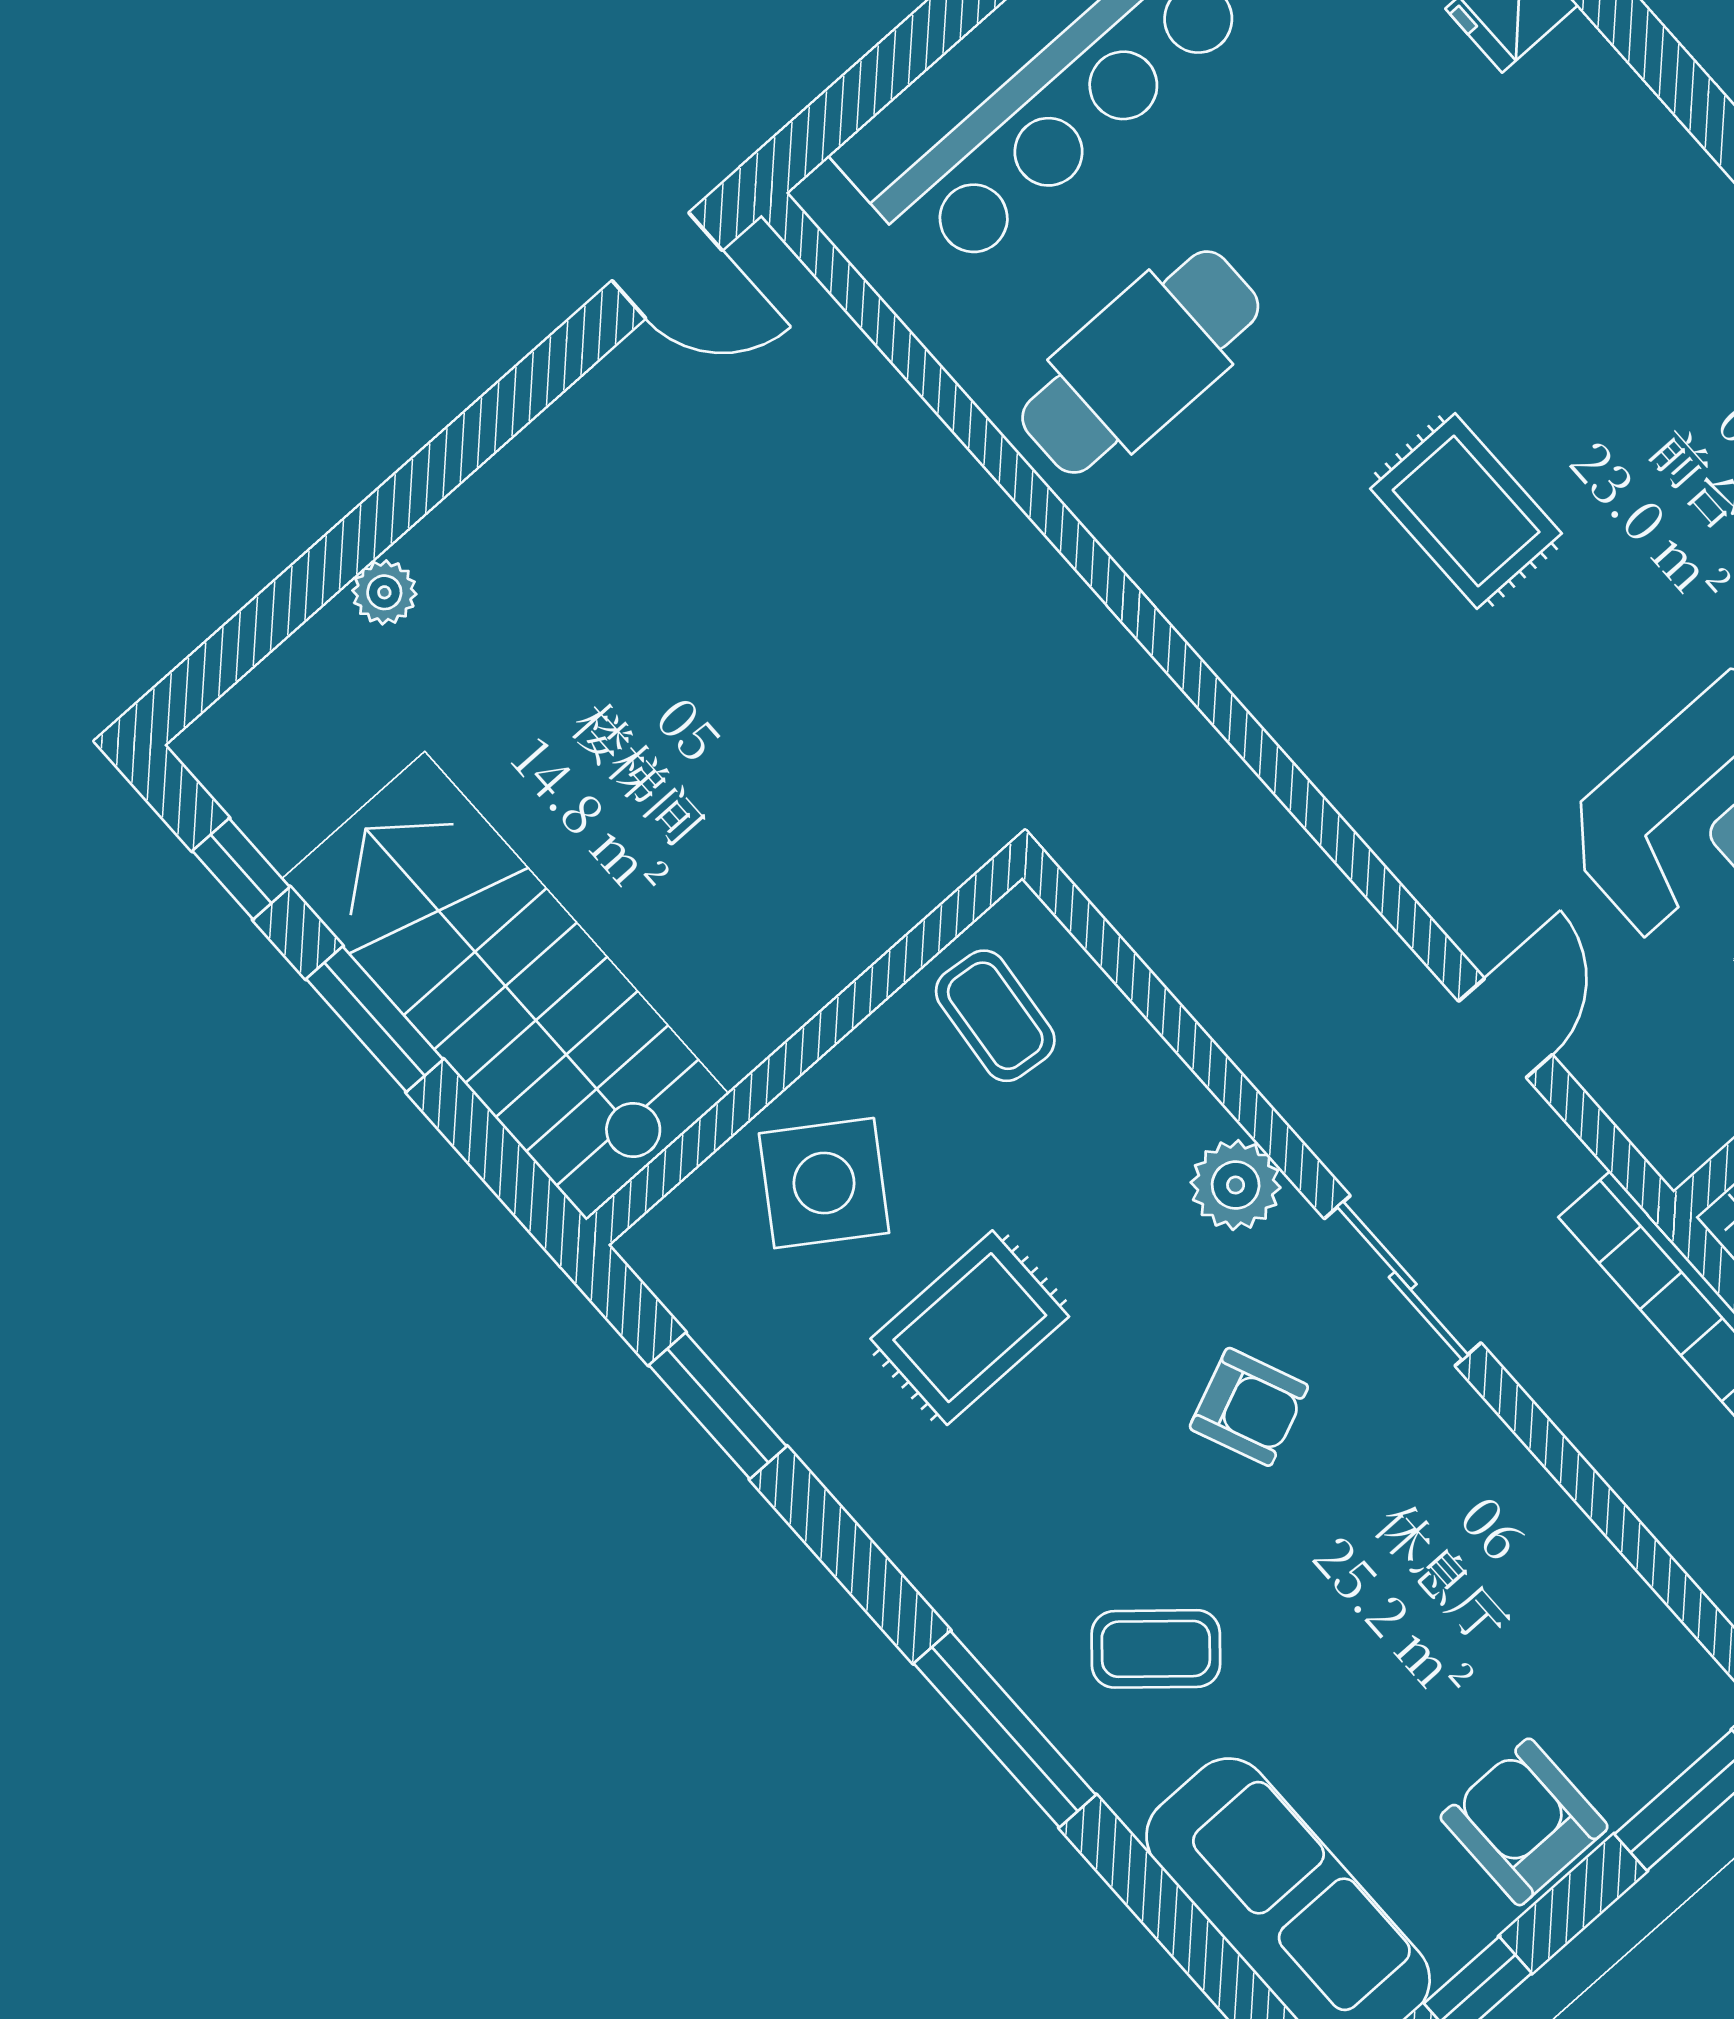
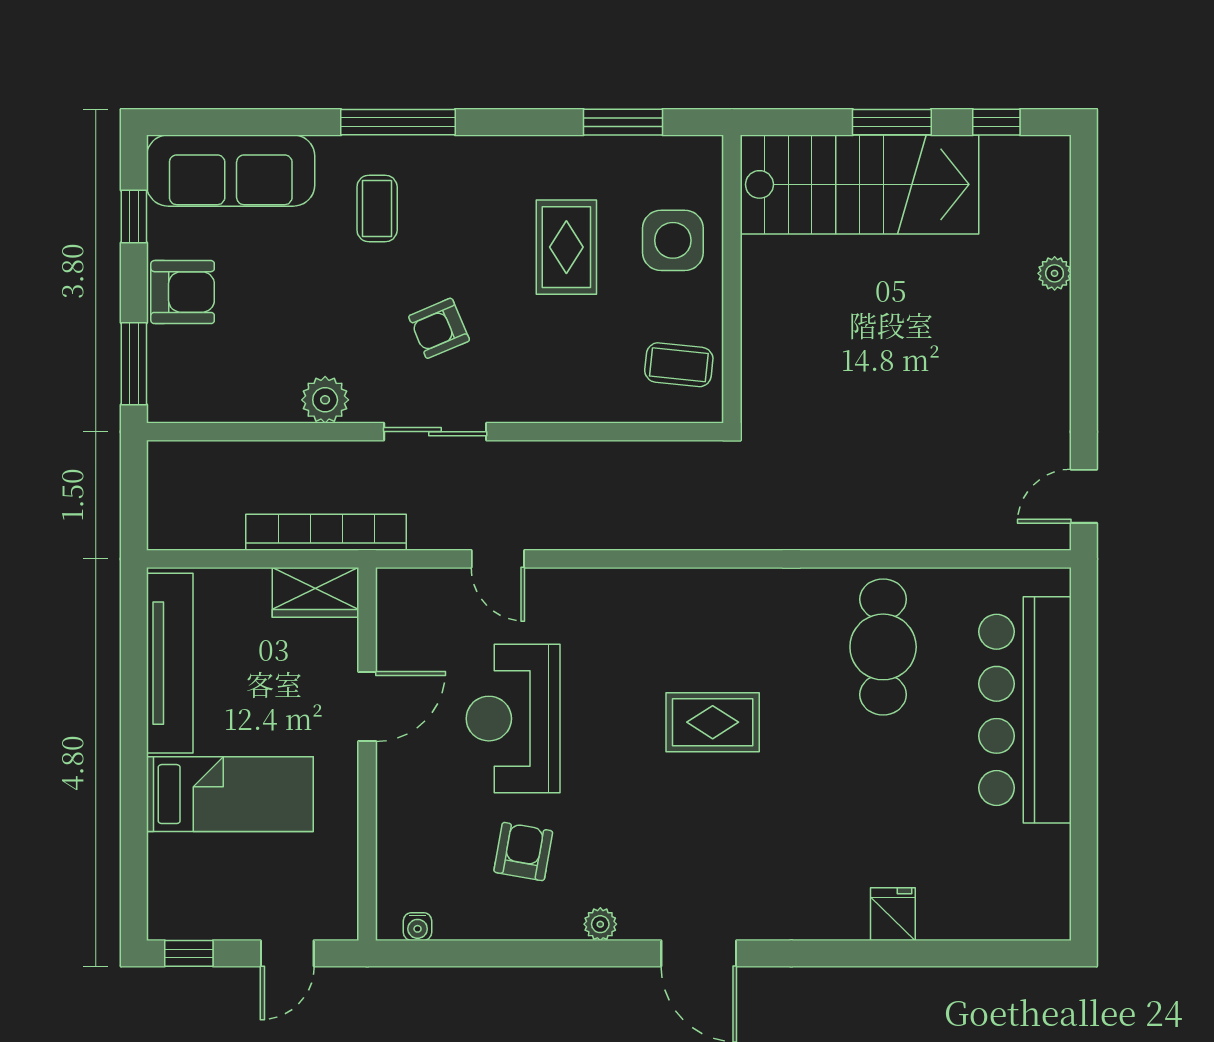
side table: (824, 1183) -> (673, 240), turned -34
plant: (1236, 1185) -> (325, 400), moved
coffee table: (1156, 1649) -> (377, 209), turned -41

